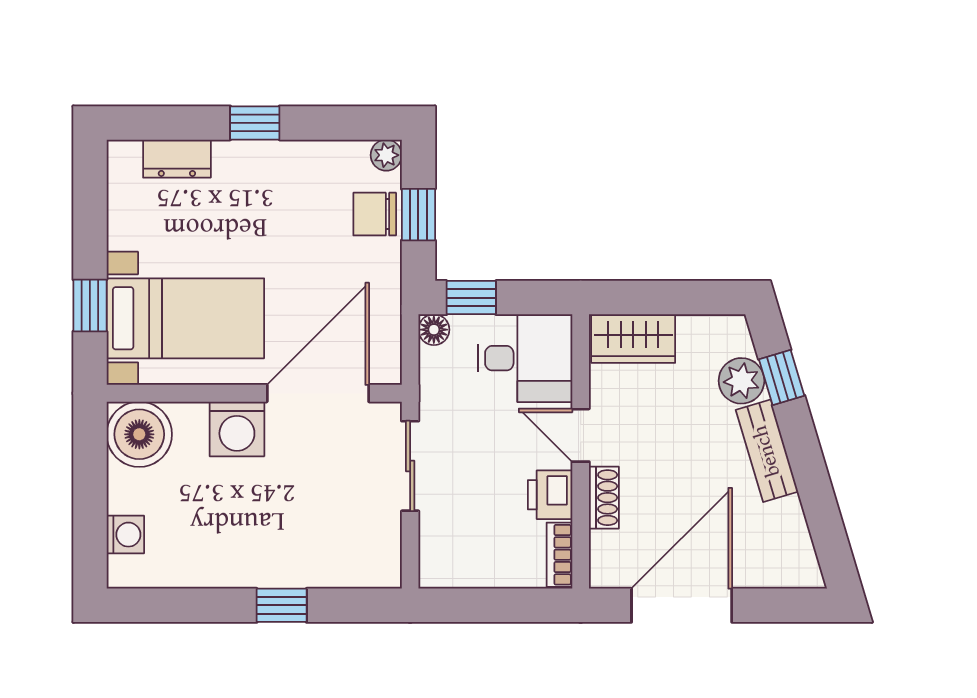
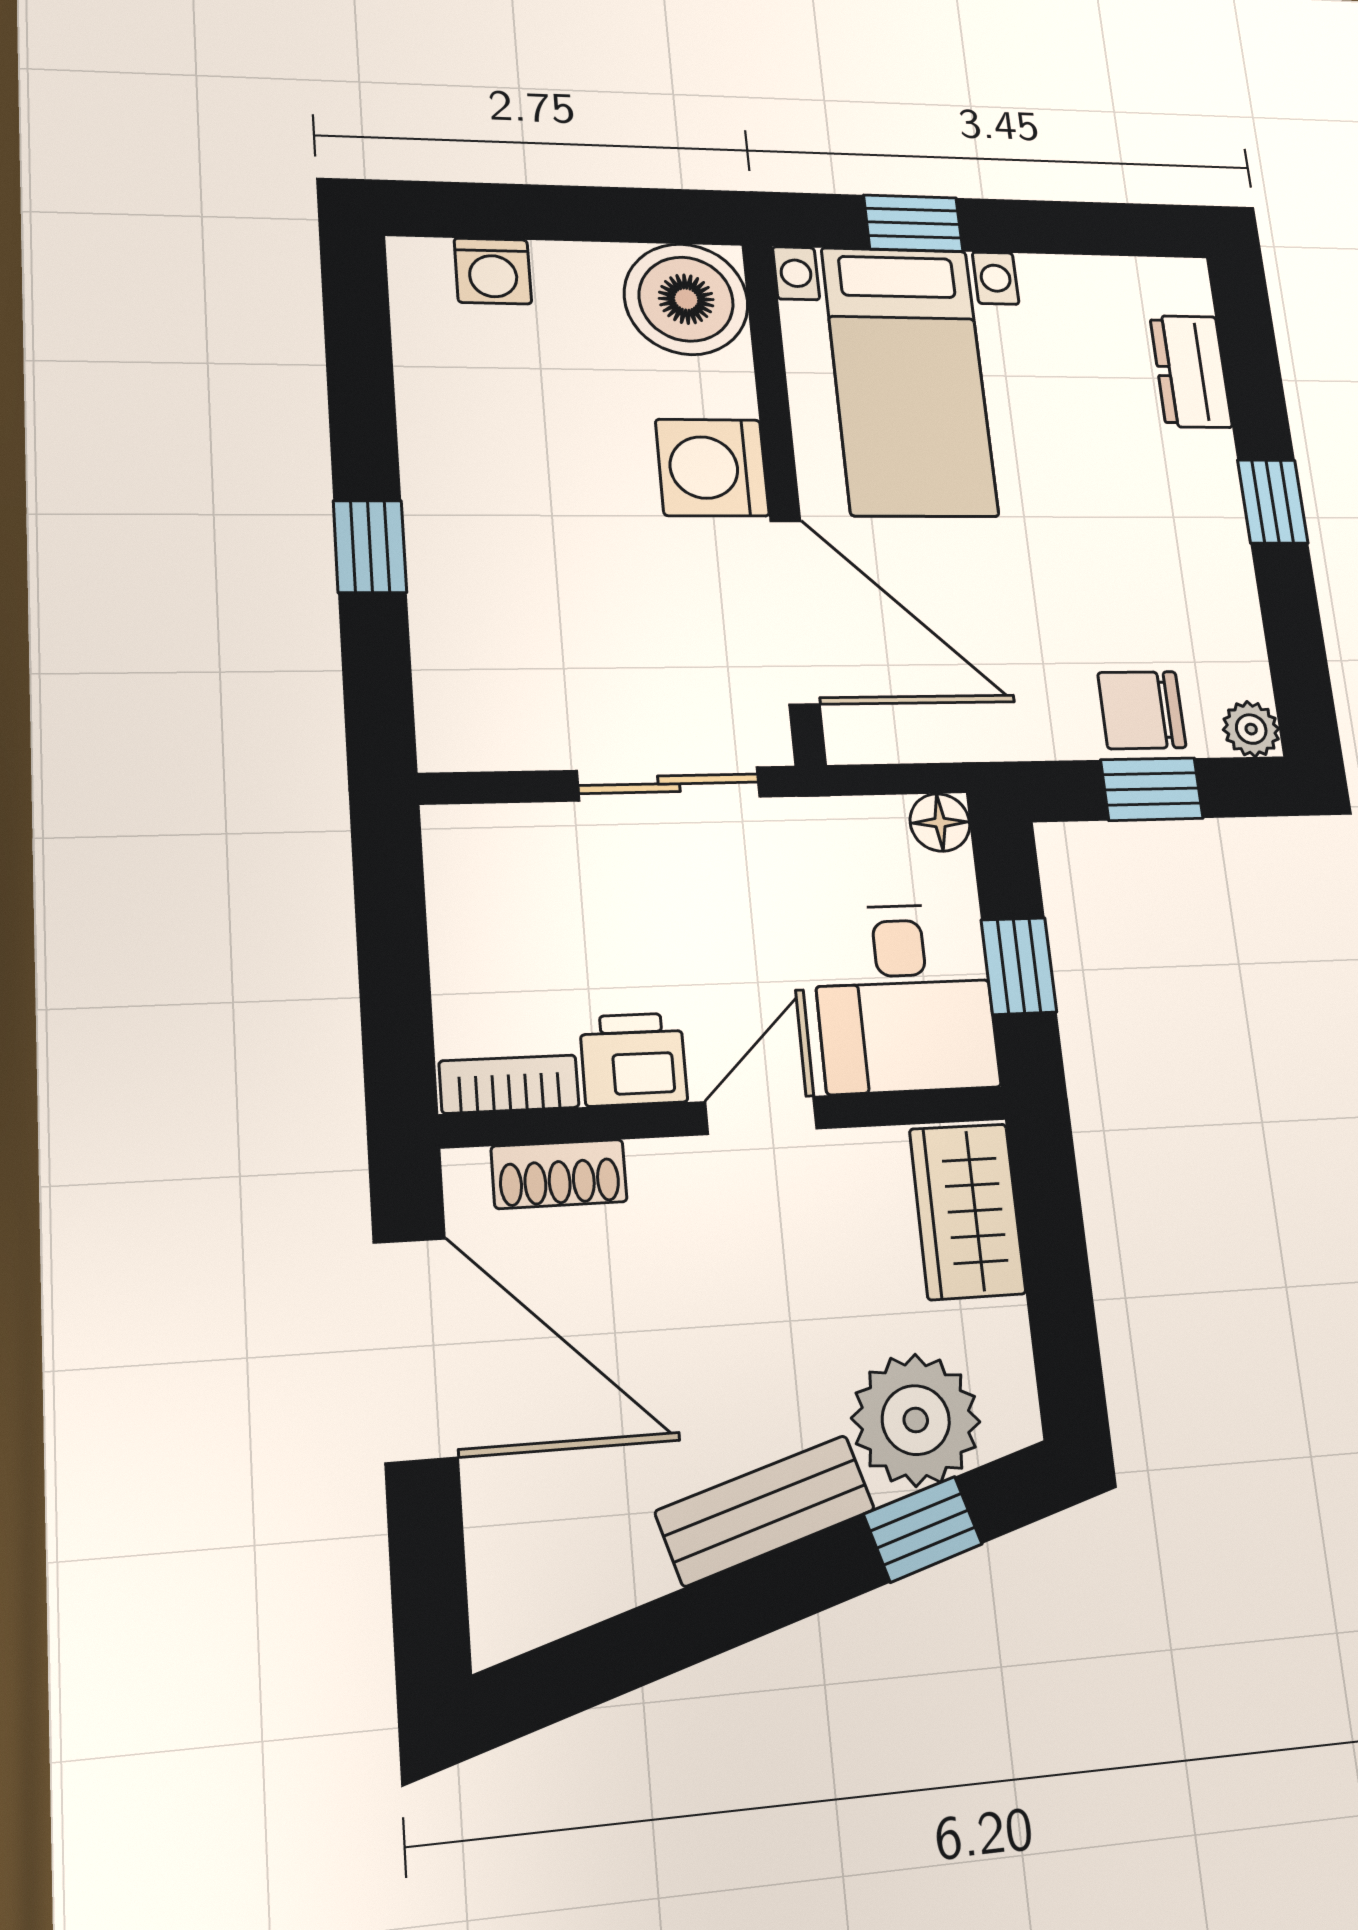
chair: (375, 214) -> (1142, 710), turned -90
window: (471, 298) -> (1019, 966), moved
plant: (741, 381) -> (916, 1420), width x1.36, depth x1.36
shoe rack: (604, 498) -> (559, 1174), moved

